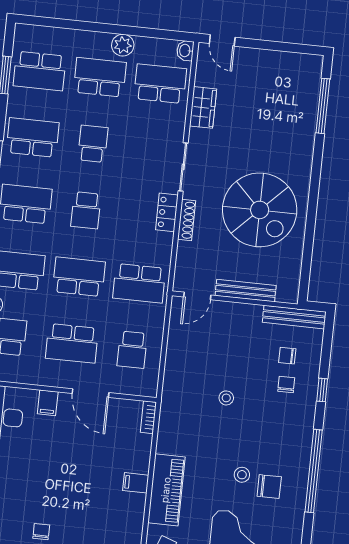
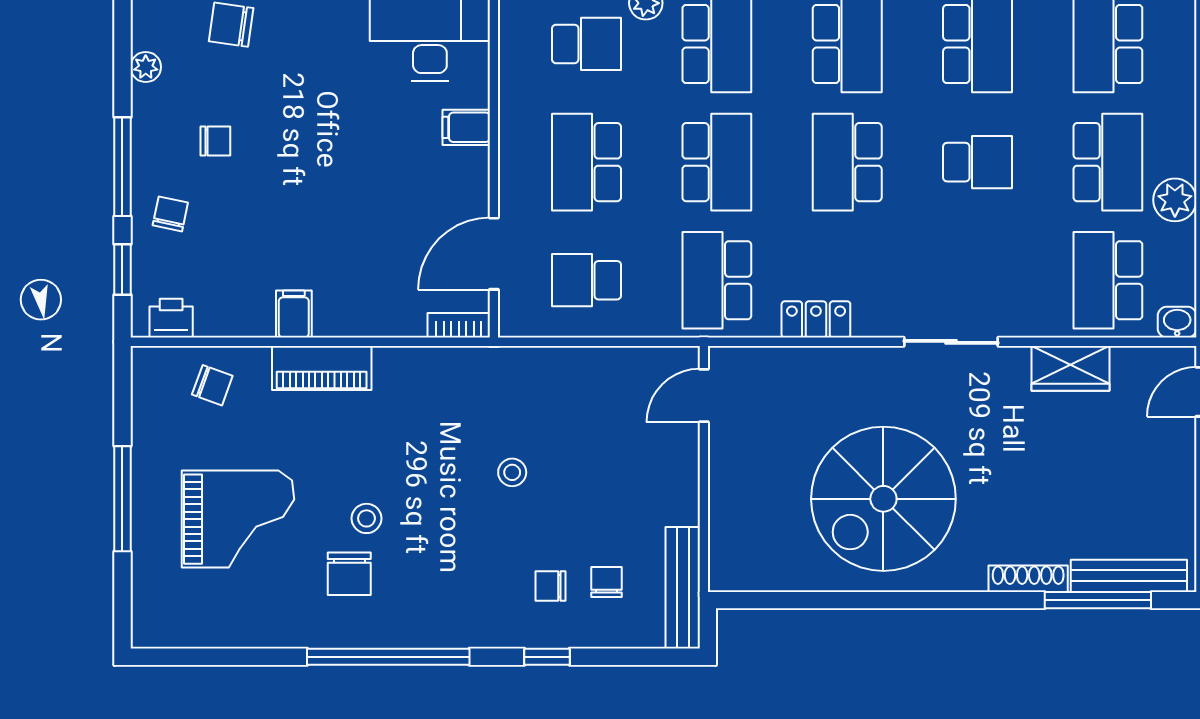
school desk: (160, 84) -> (1108, 280), turned 180
school desk: (86, 210) -> (847, 162), width x1.85
locker: (167, 212) -> (816, 319), moved
shoe rack: (187, 220) -> (1028, 579), moved, turned 180
bench: (246, 291) -> (1129, 576), moved, turned 90
door: (197, 296) -> (704, 395), hinge flipped
chair: (286, 384) -> (550, 586), turned 180
door: (91, 393) -> (494, 254), moved
filing cabinet: (136, 483) -> (294, 314), moved
piano: (166, 490) -> (322, 368), width x0.73, depth x0.75

